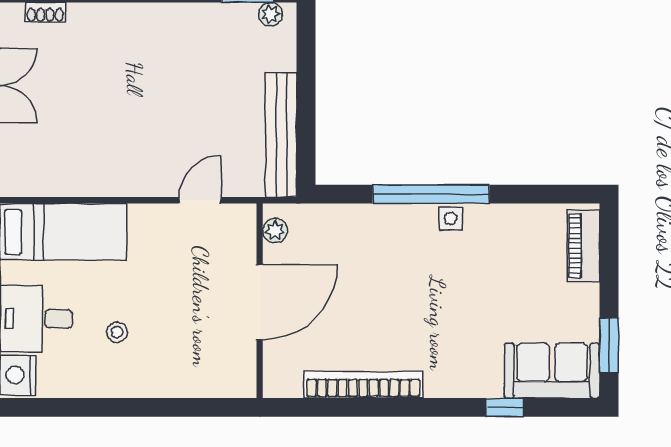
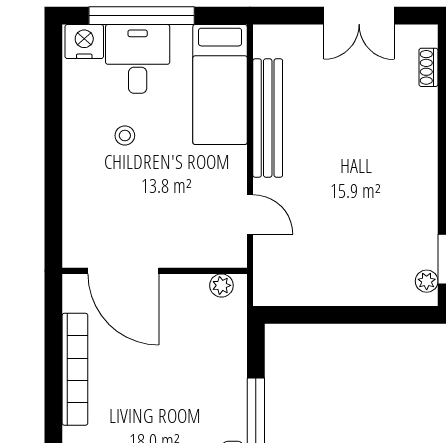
bench: (281, 135) -> (268, 118), moved, turned 90
door: (260, 302) -> (123, 271), moved

